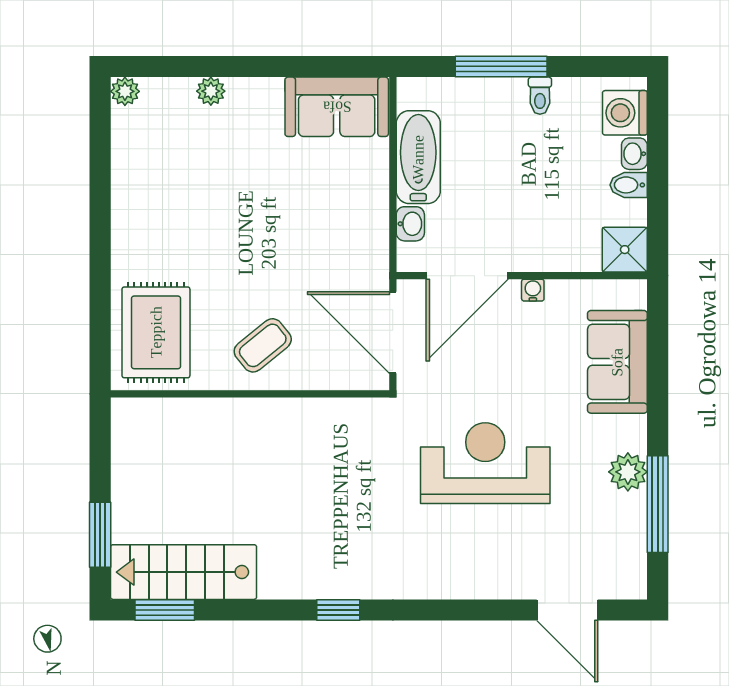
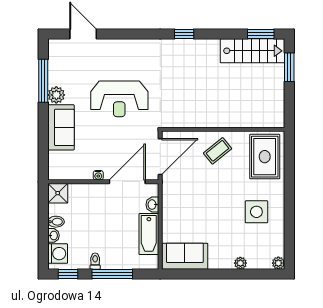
window: (602, 66) -> (68, 274), added
side table: (175, 207) -> (256, 212), added
door: (393, 332) -> (160, 157), hinge flipped
sofa: (617, 362) -> (61, 127), moved

